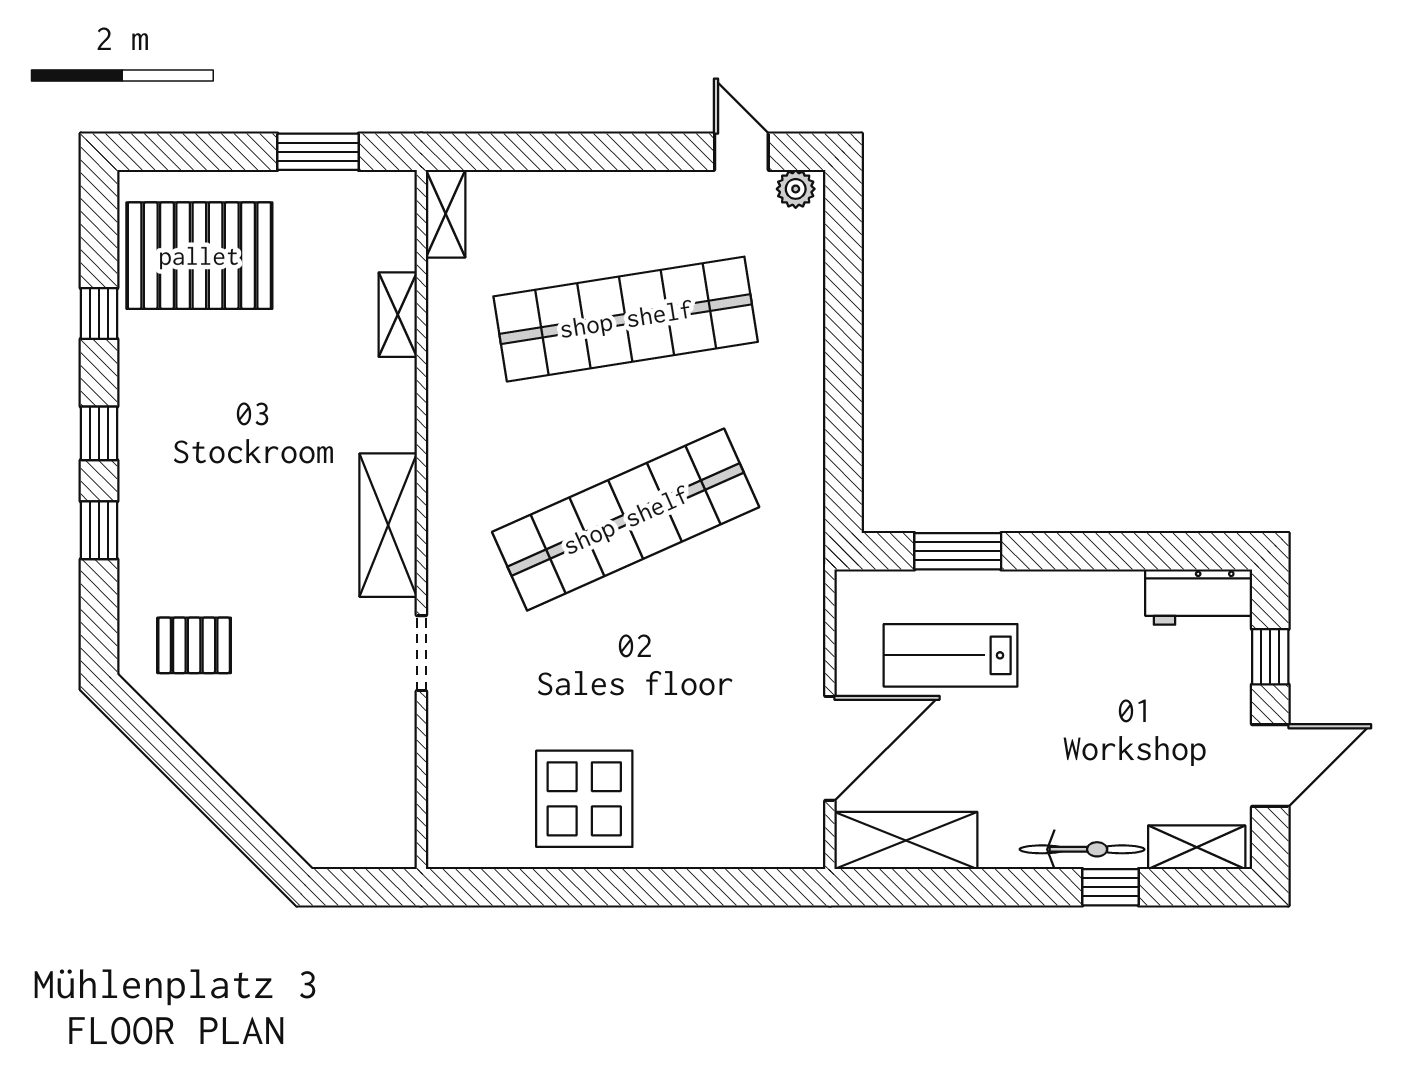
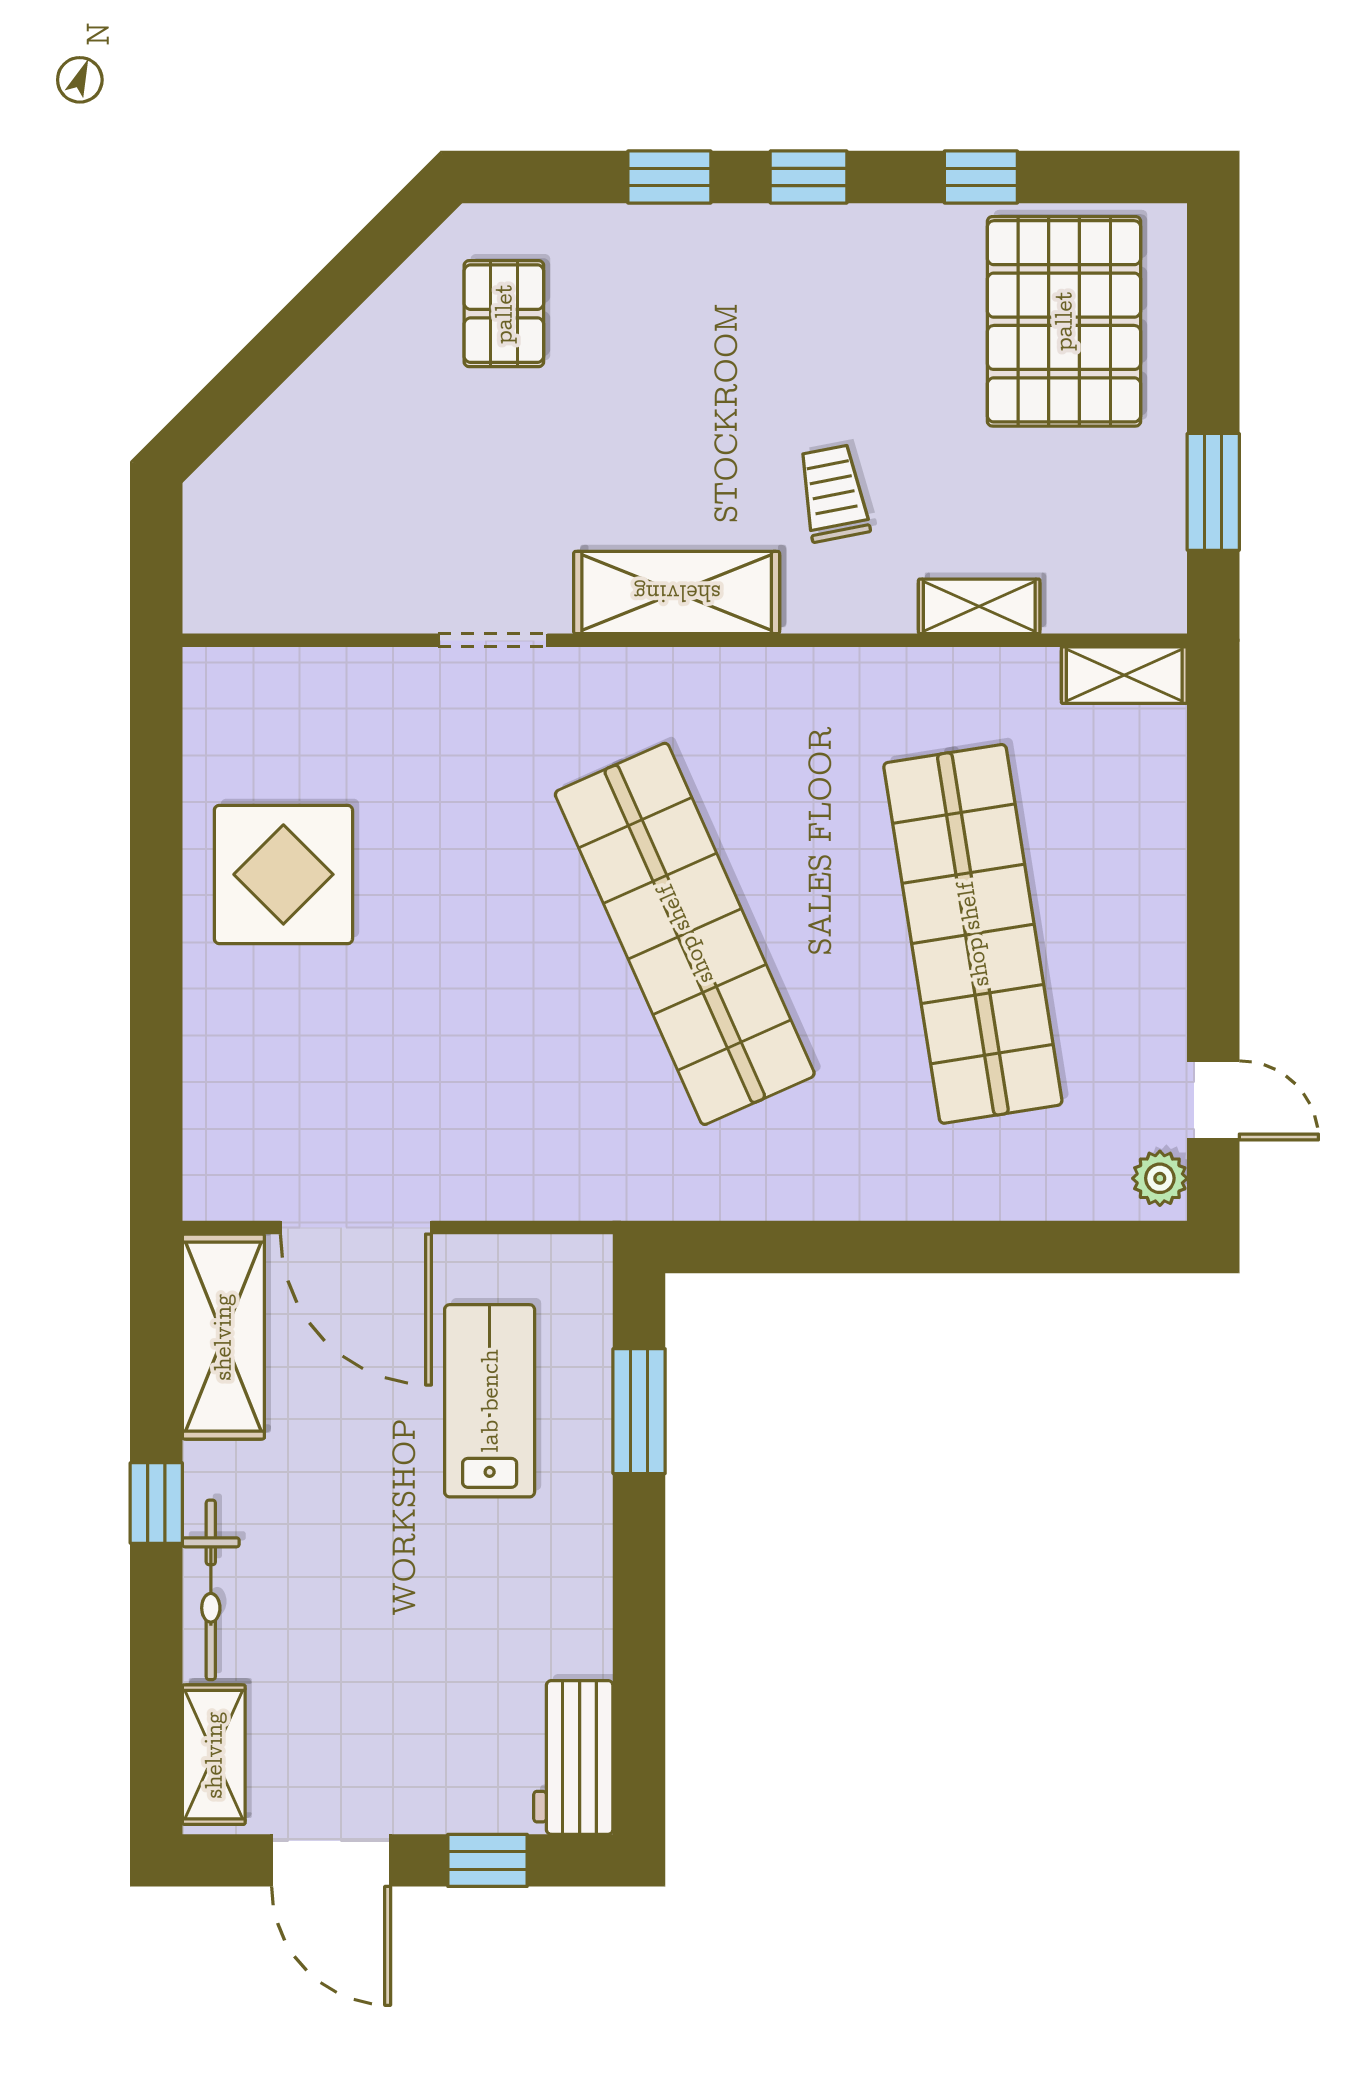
door: (741, 152) -> (1213, 1100), hinge flipped
trolley: (319, 416) -> (833, 493), added
window: (1110, 887) -> (156, 1503), moved

